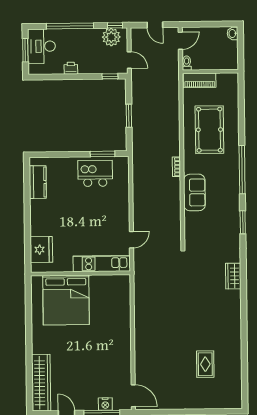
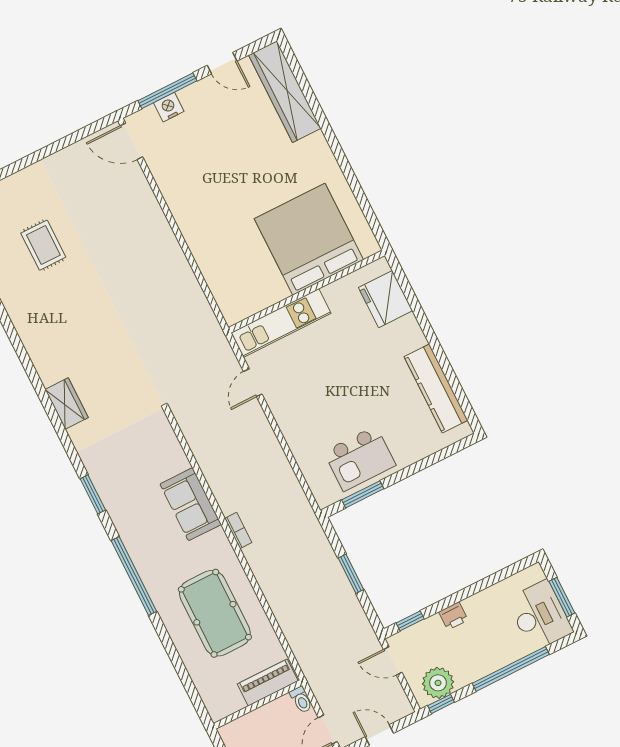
printer: (71, 68) -> (453, 616), moved
kitchen counter: (38, 182) -> (436, 389), width x1.50

